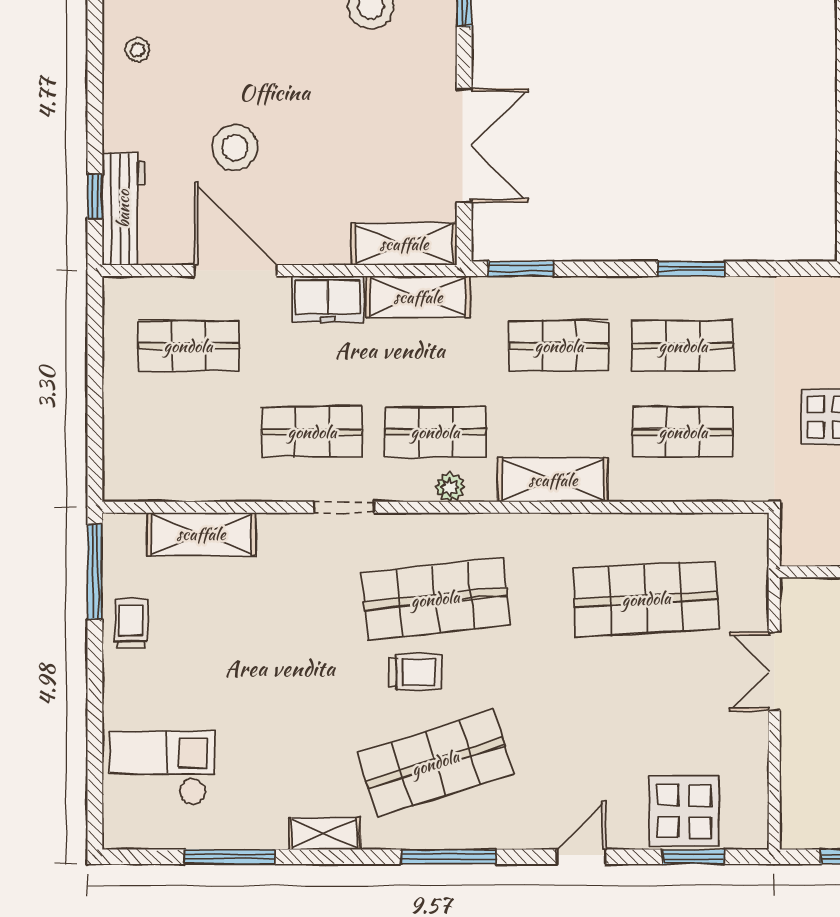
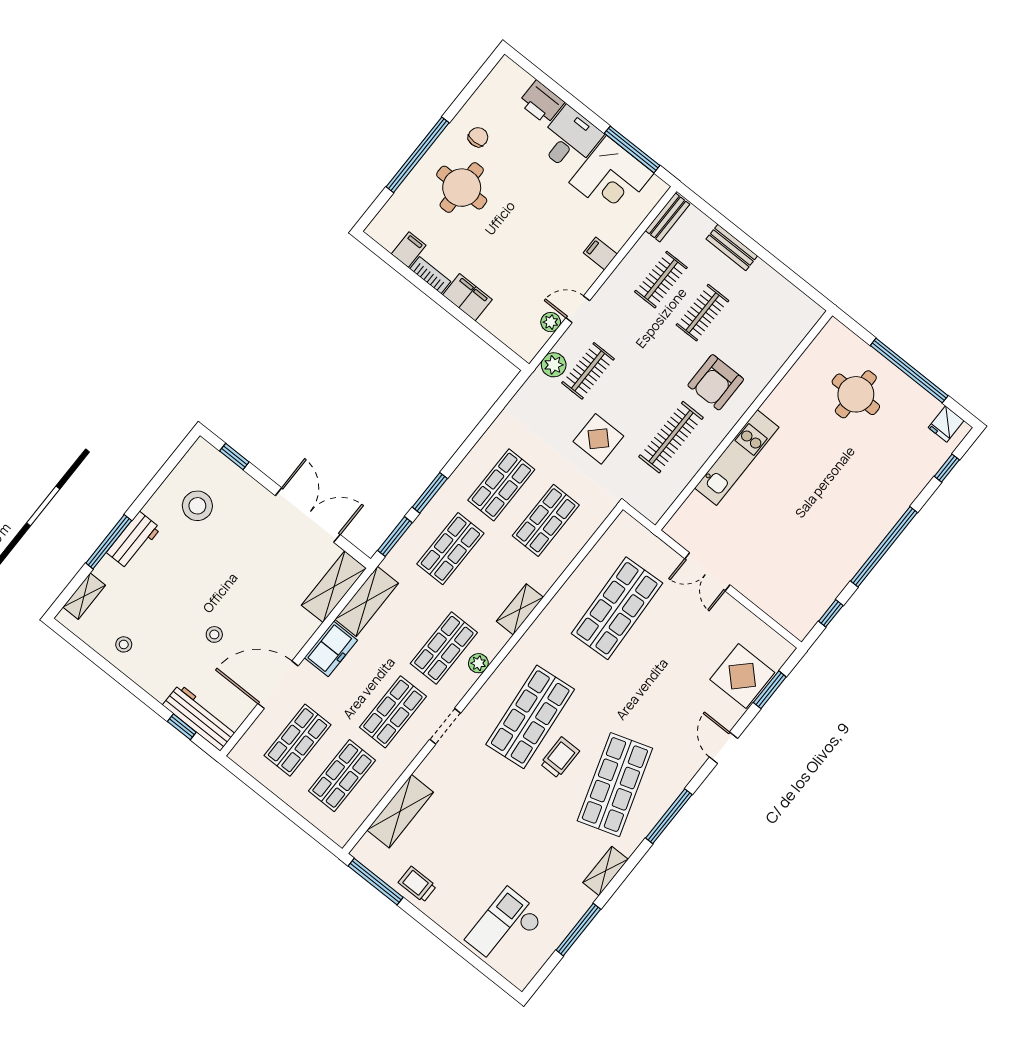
stool: (235, 148) -> (214, 634), width x0.53, depth x0.53
window: (691, 269) -> (430, 493), moved
shop shelf: (188, 432) -> (342, 776), added
shelving: (553, 480) -> (520, 609), width x0.67, depth x0.75

